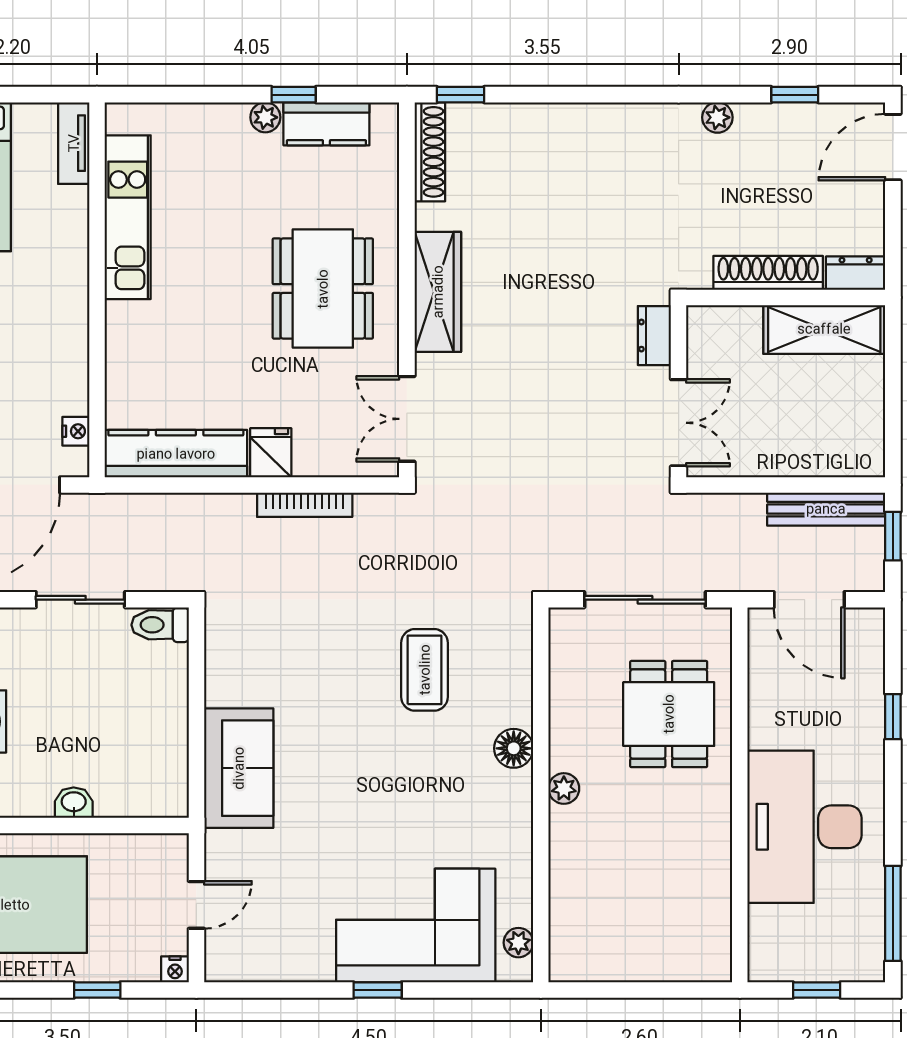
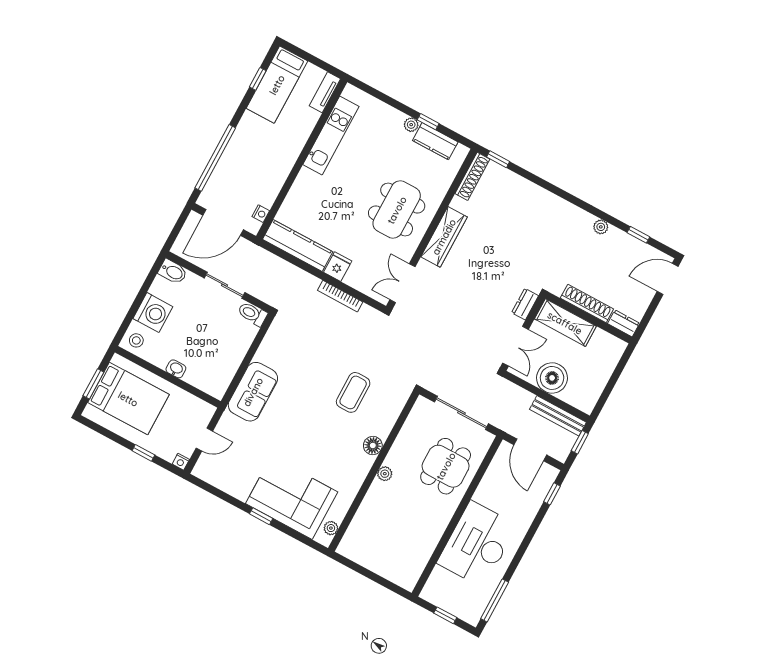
shelving: (824, 329) -> (565, 323), moved
boiler: (778, 445) -> (552, 378), added
window: (893, 717) -> (552, 494), moved

